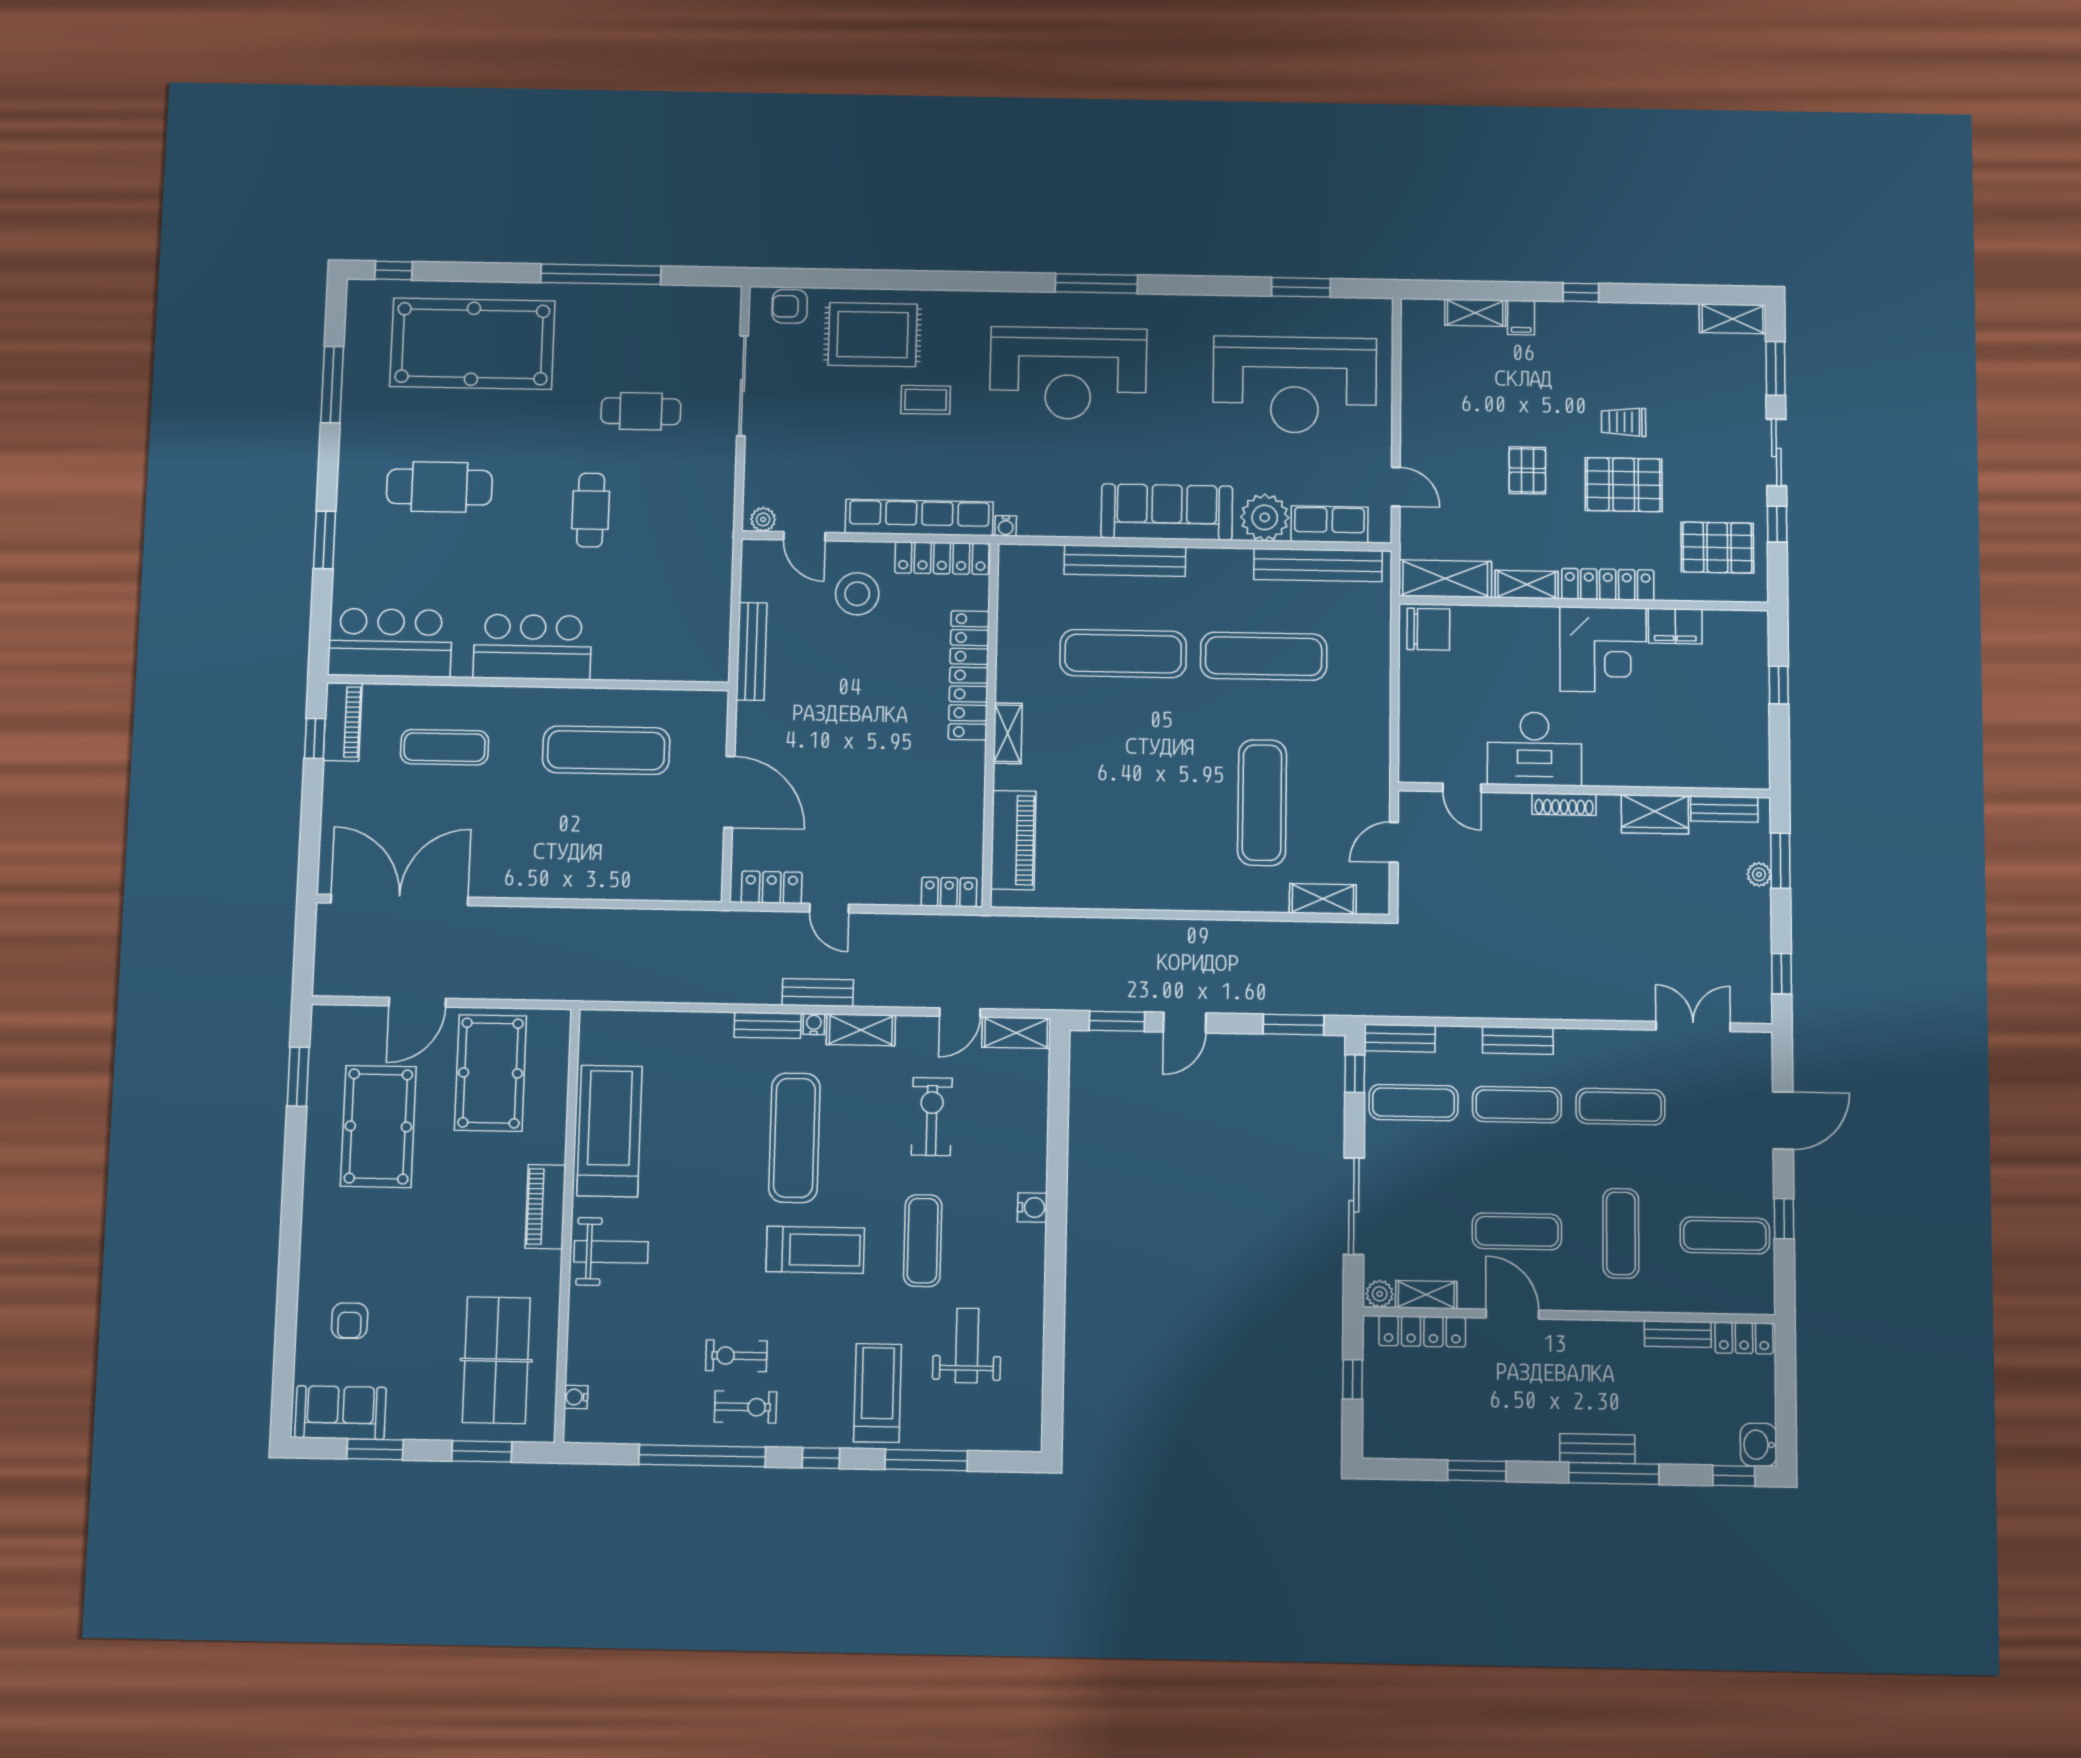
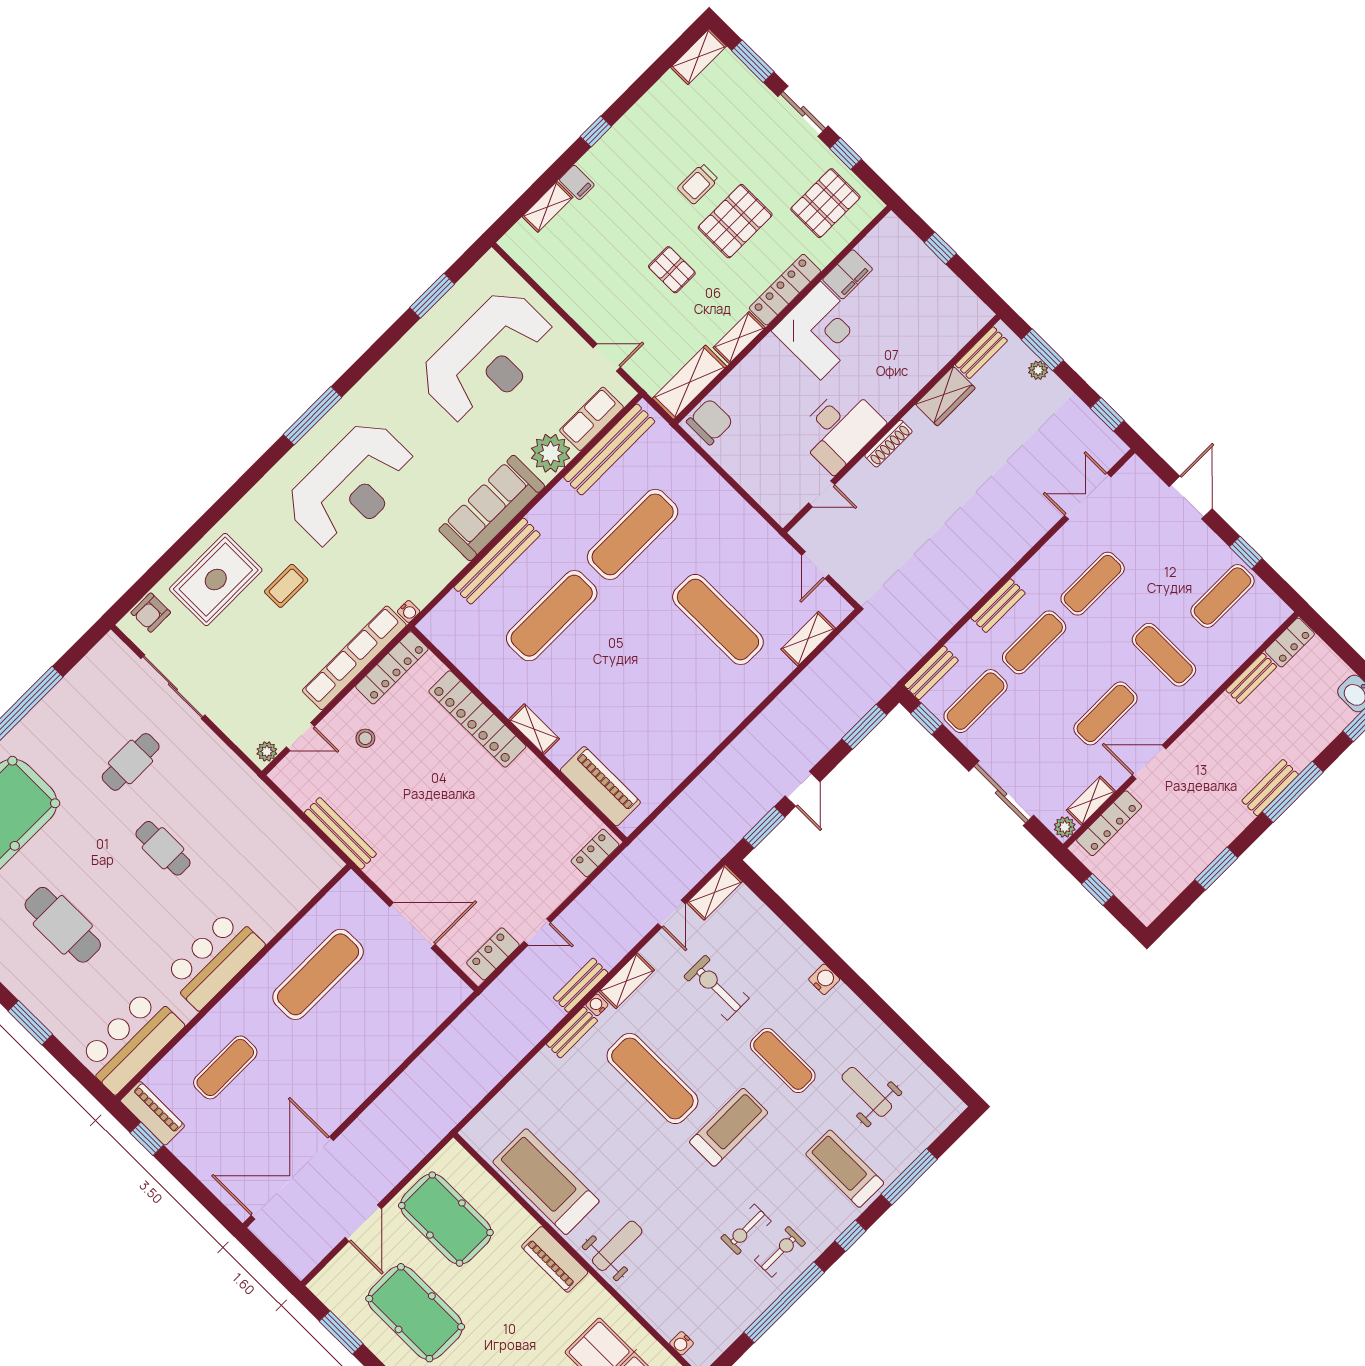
cafe table: (439, 487) -> (63, 925), turned 90
stool: (857, 594) -> (365, 738), width x0.53, depth x0.53

